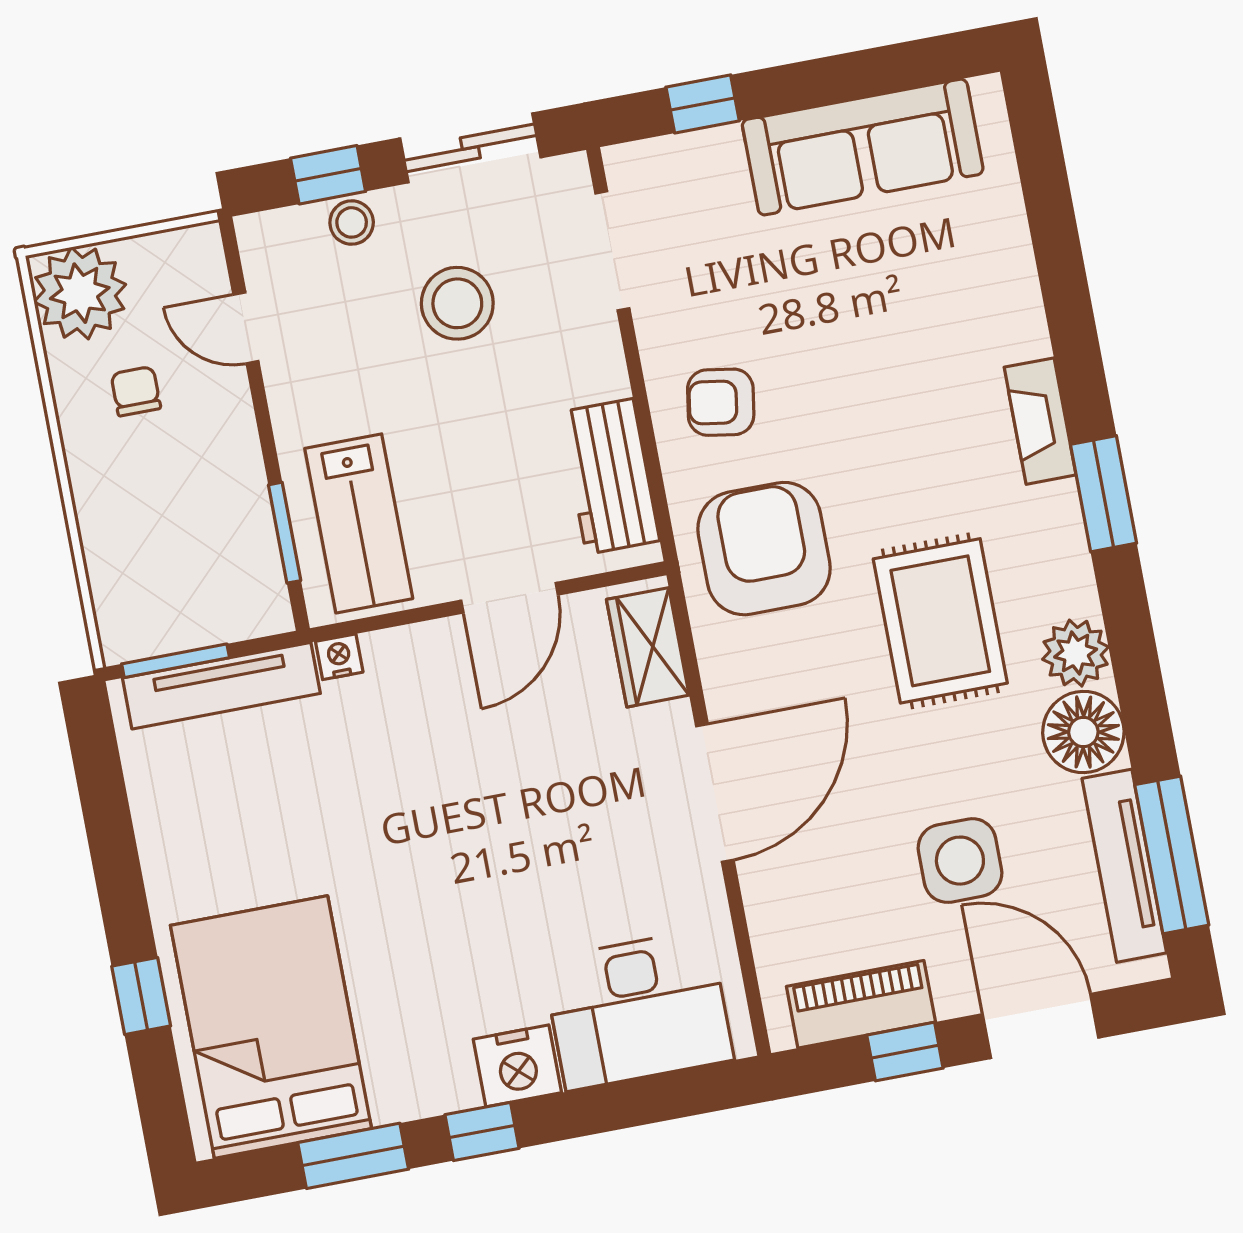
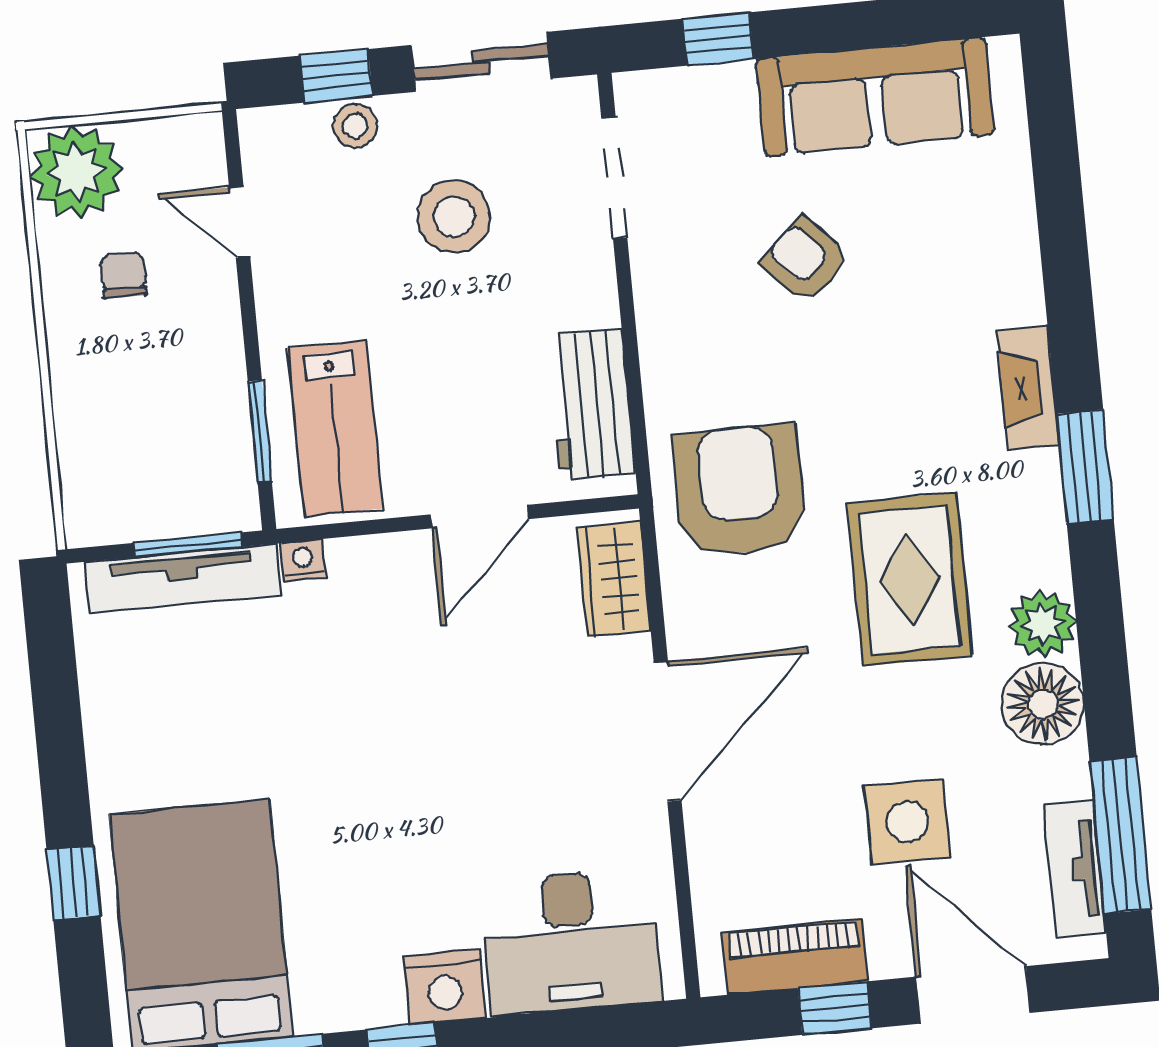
armchair: (721, 402) -> (805, 259), moved, turned 37
window: (176, 661) -> (188, 545), moved
tv unit: (1124, 866) -> (1074, 869), width x0.71

